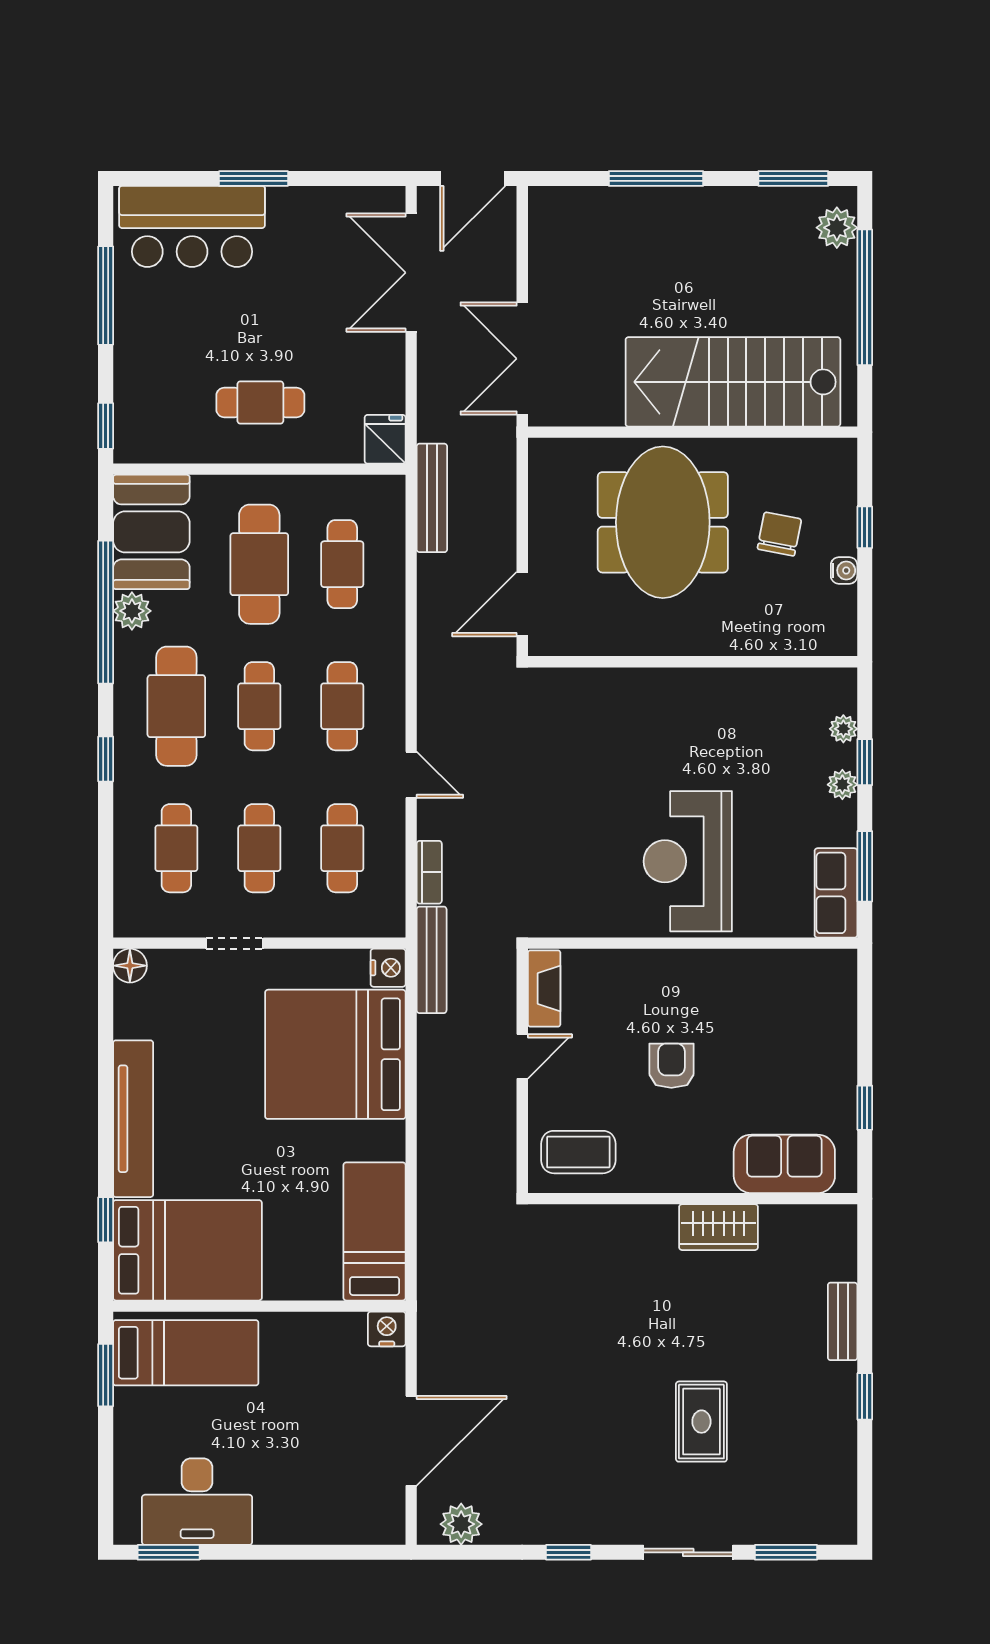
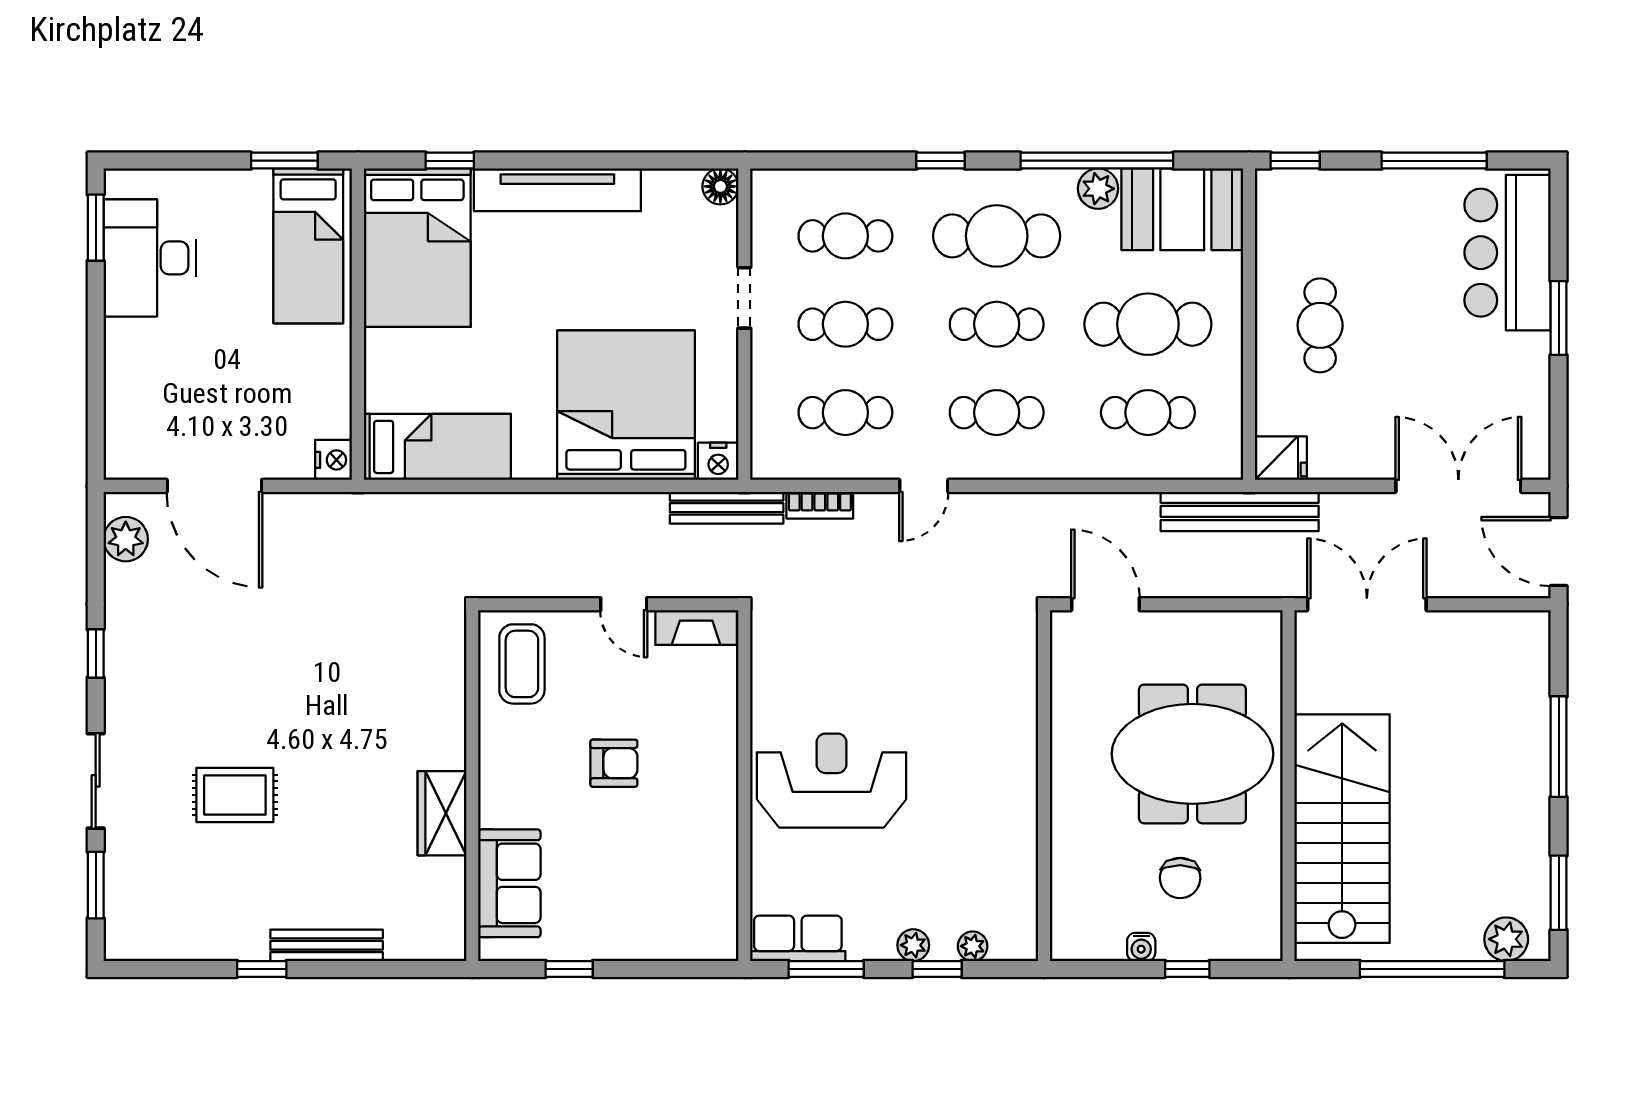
bench: (432, 498) -> (1240, 511), width x1.37, depth x1.21
chair: (779, 534) -> (1180, 878), turned 80
bench: (843, 1321) -> (327, 945), width x1.36

